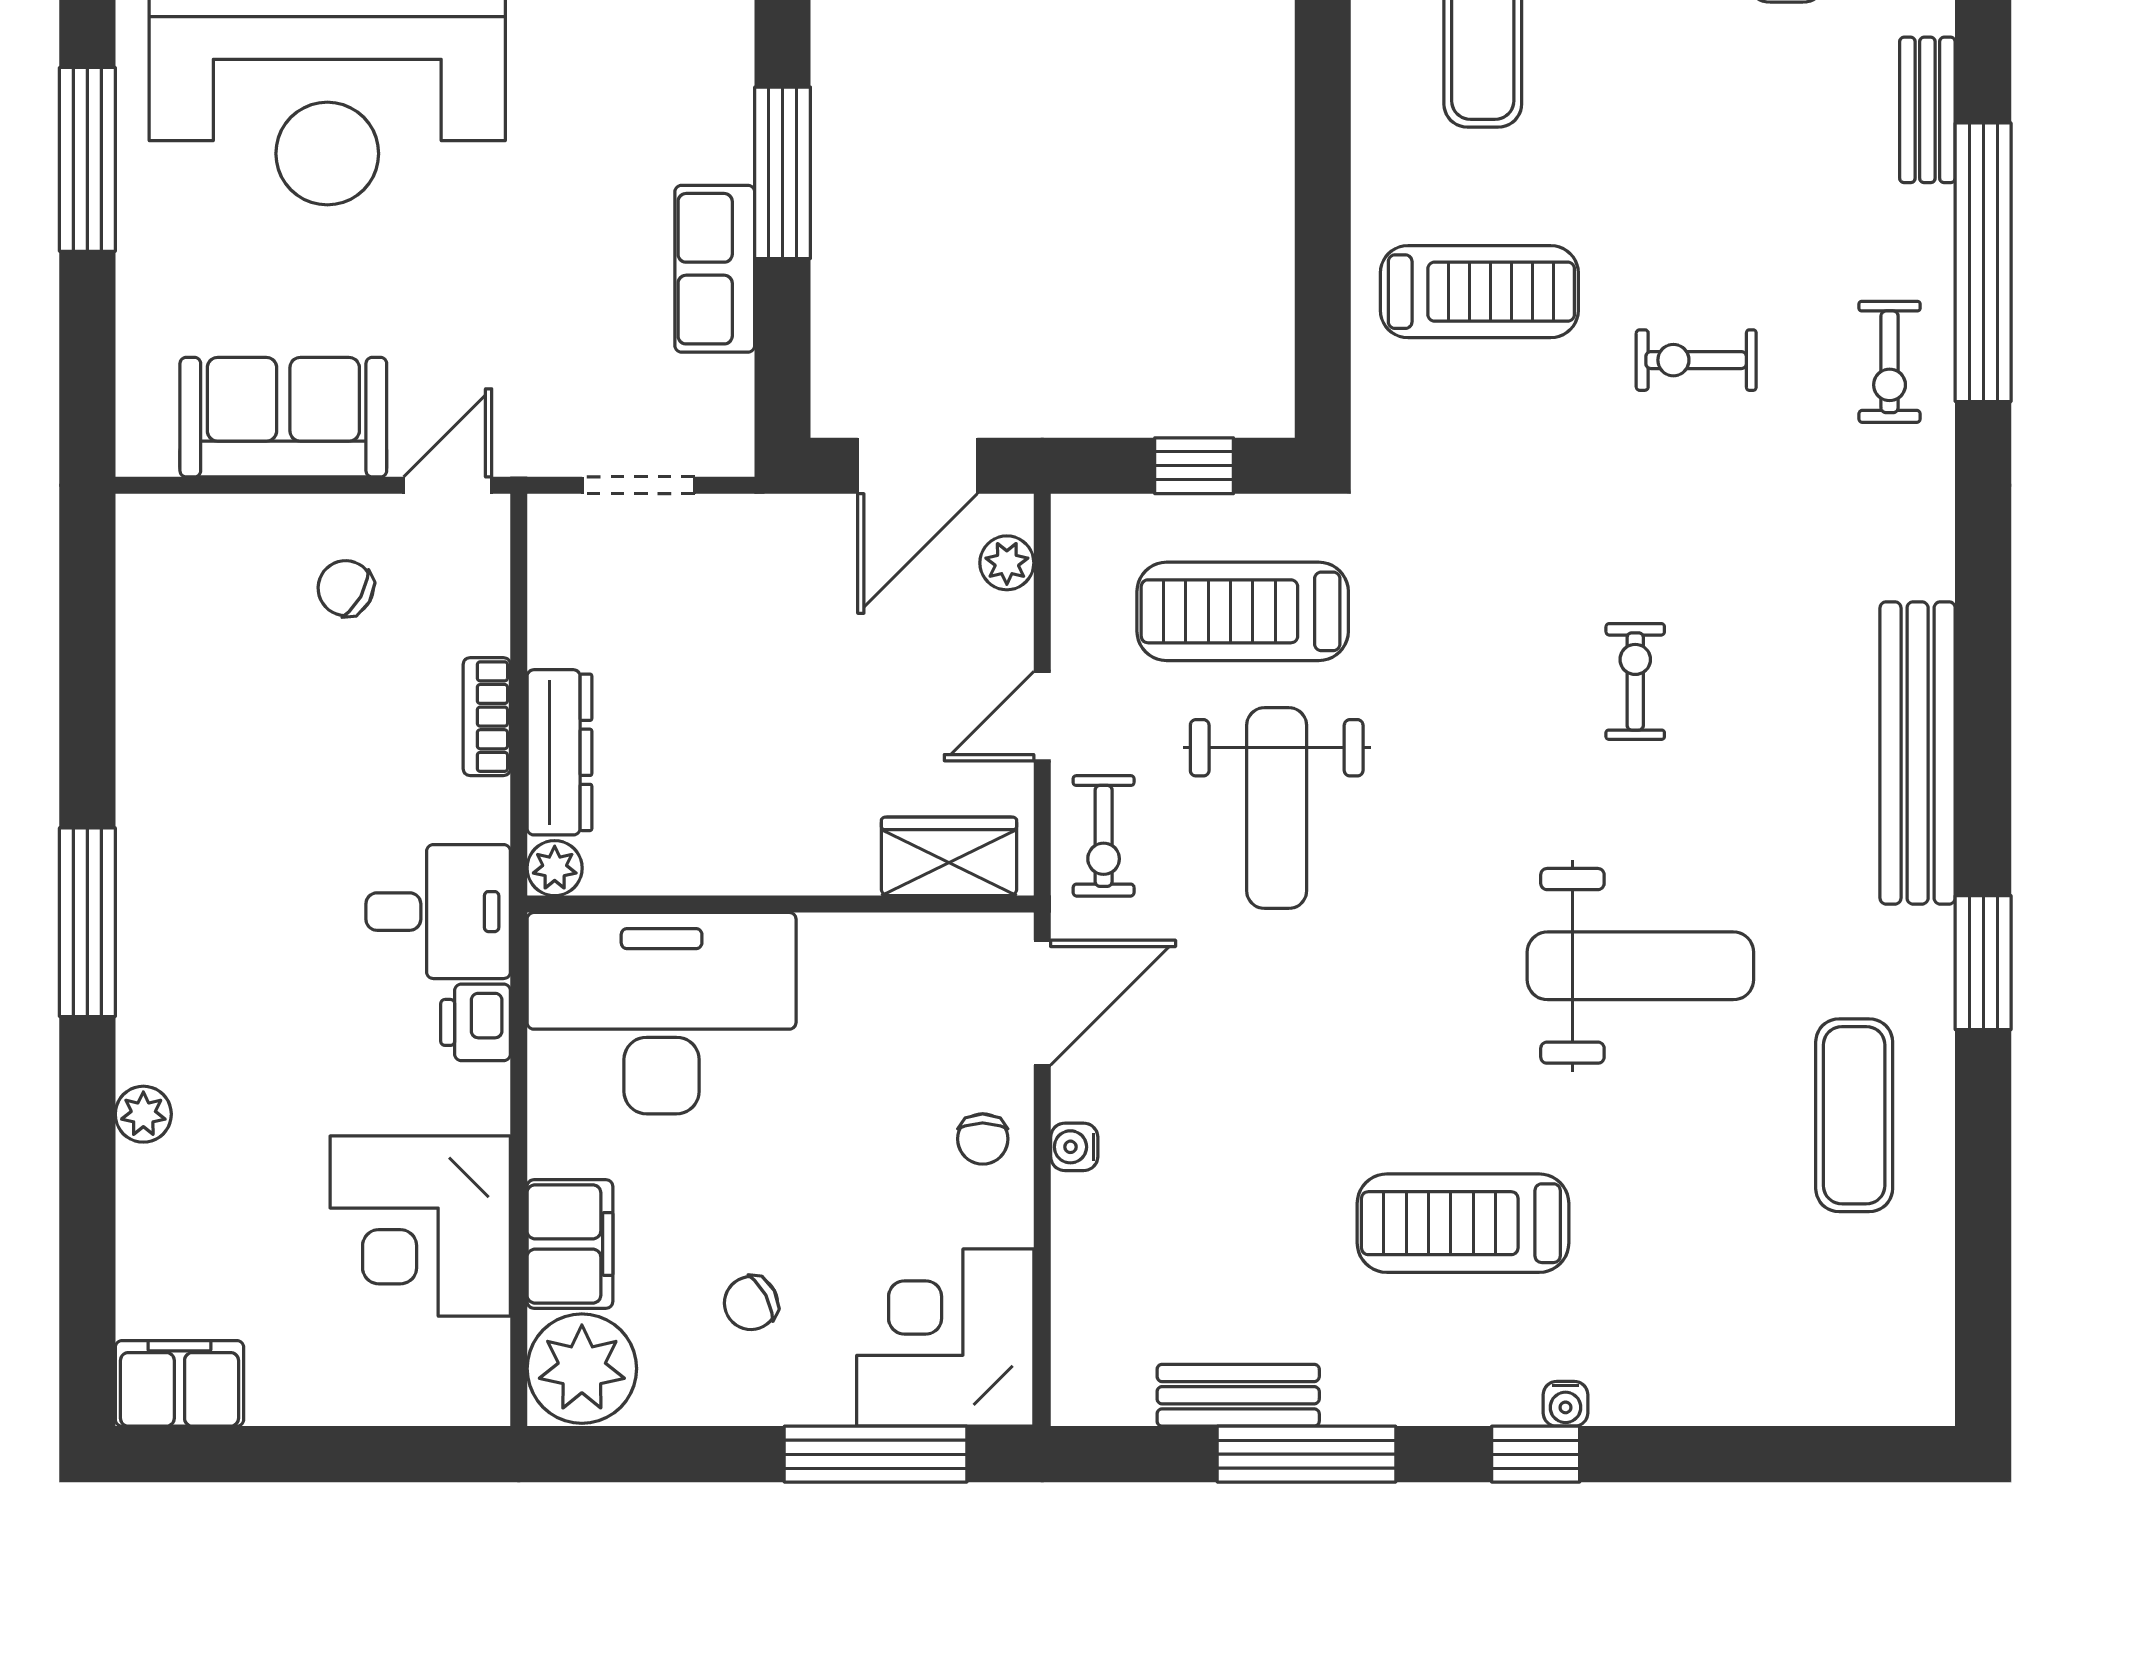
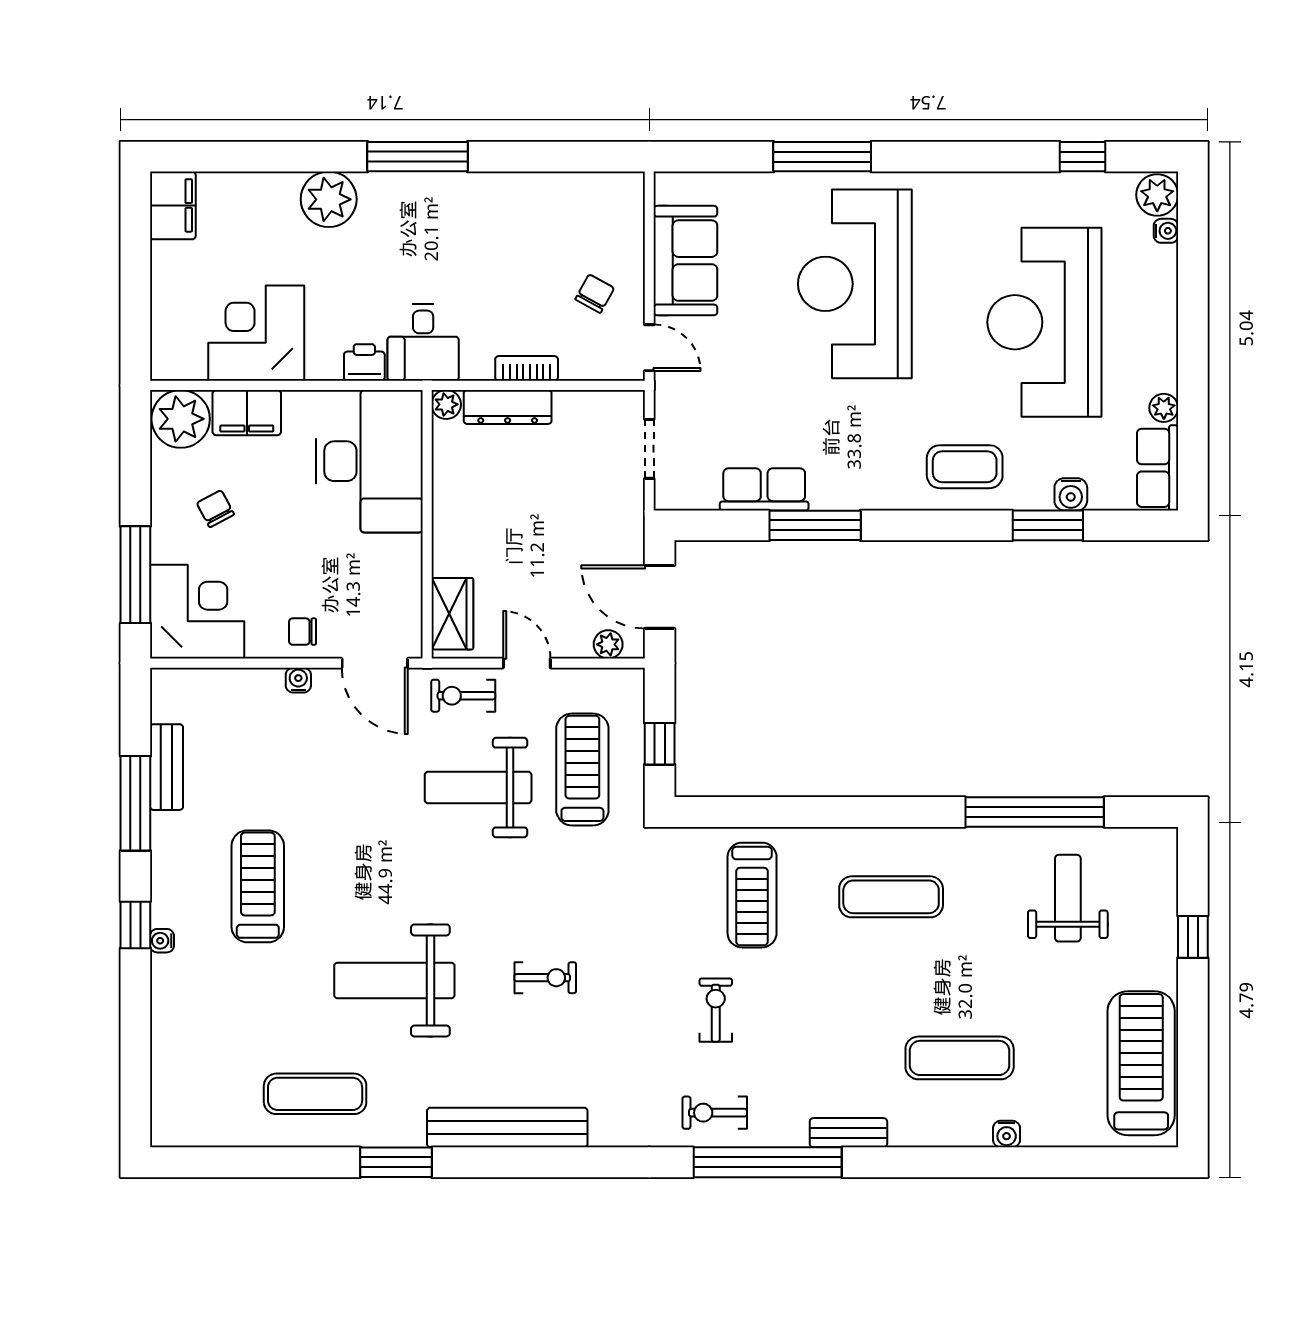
weight bench: (1640, 966) -> (394, 980), turned 90
plant: (143, 1114) -> (329, 199), width x1.88, depth x1.88

